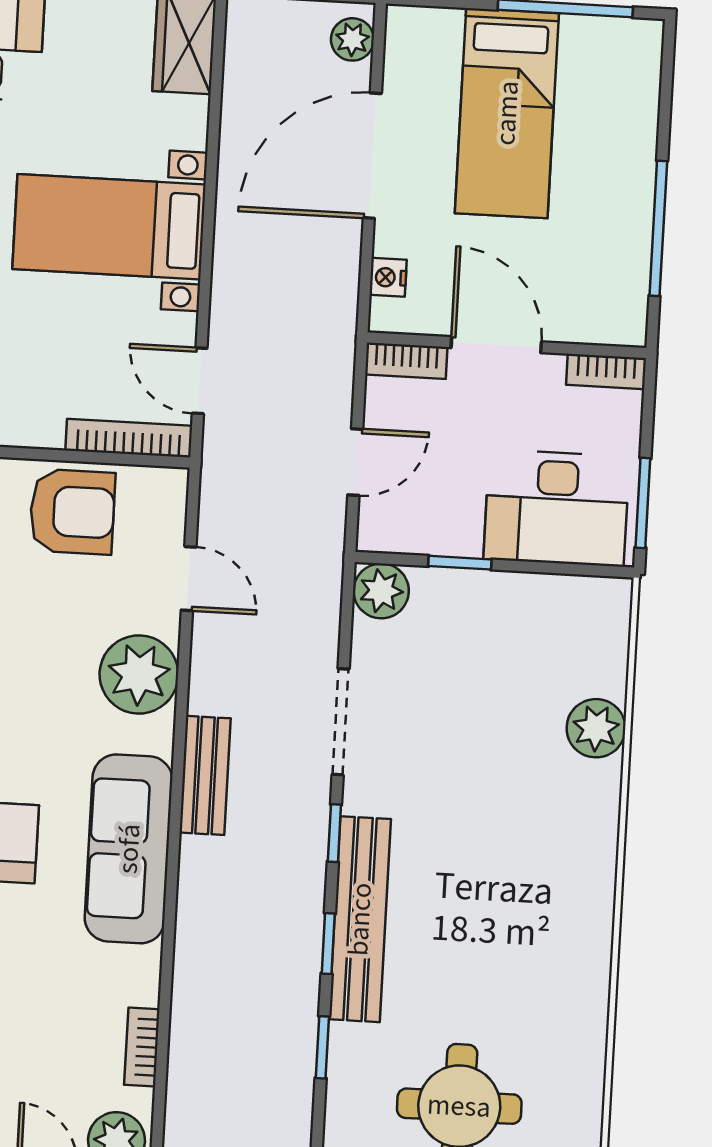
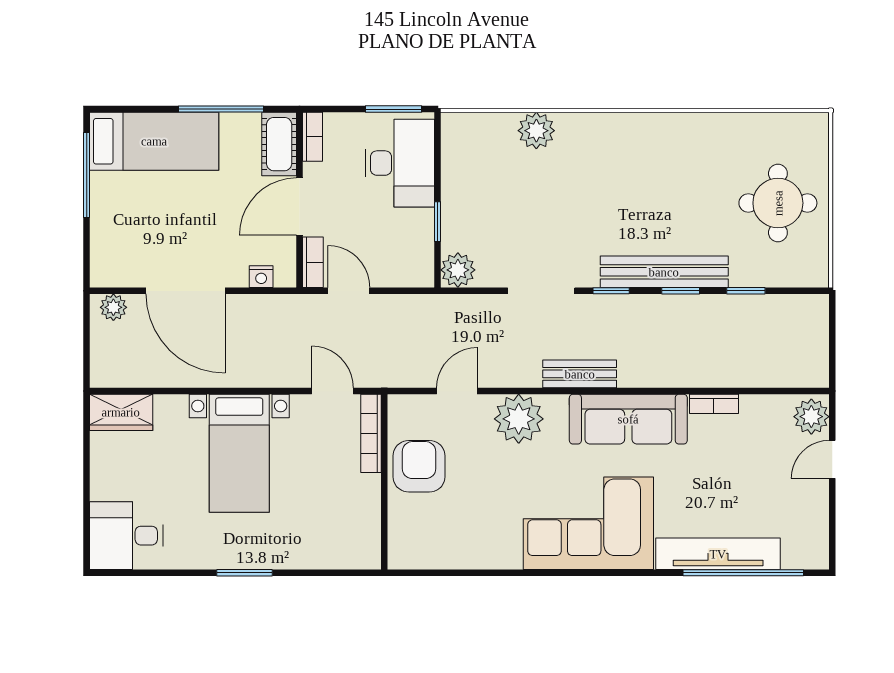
bed: (507, 113) -> (154, 141), moved
cot: (597, 318) -> (279, 144), added
door: (200, 381) -> (333, 391), swing flipped
door: (355, 462) -> (349, 291), moved
bookcase: (142, 1047) -> (714, 404), moved

